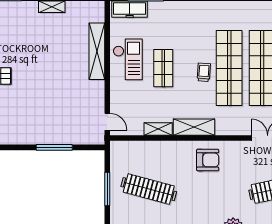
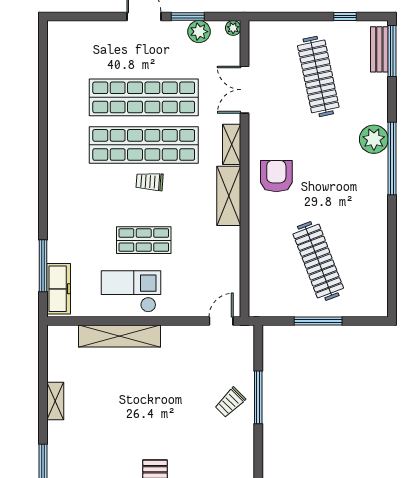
trolley: (51, 128) -> (230, 402), added
shelving: (158, 129) -> (232, 144), moved
clothes rail: (149, 189) -> (318, 261), turned -36

